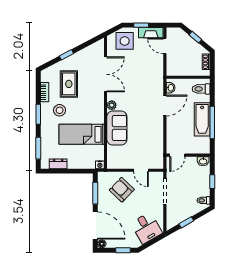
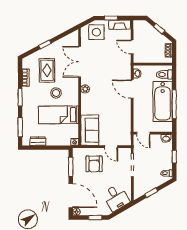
door: (165, 46) -> (132, 47), moved
double door: (106, 74) -> (80, 62), swing flipped
door: (165, 105) -> (132, 89), swing flipped
stool: (60, 110) -> (56, 93), moved
bathtub: (202, 119) -> (163, 101), width x1.36, depth x1.36
sofa: (117, 128) -> (90, 130), moved
door: (177, 155) -> (143, 133), hinge flipped
armchair: (122, 190) -> (94, 164), turned -134

